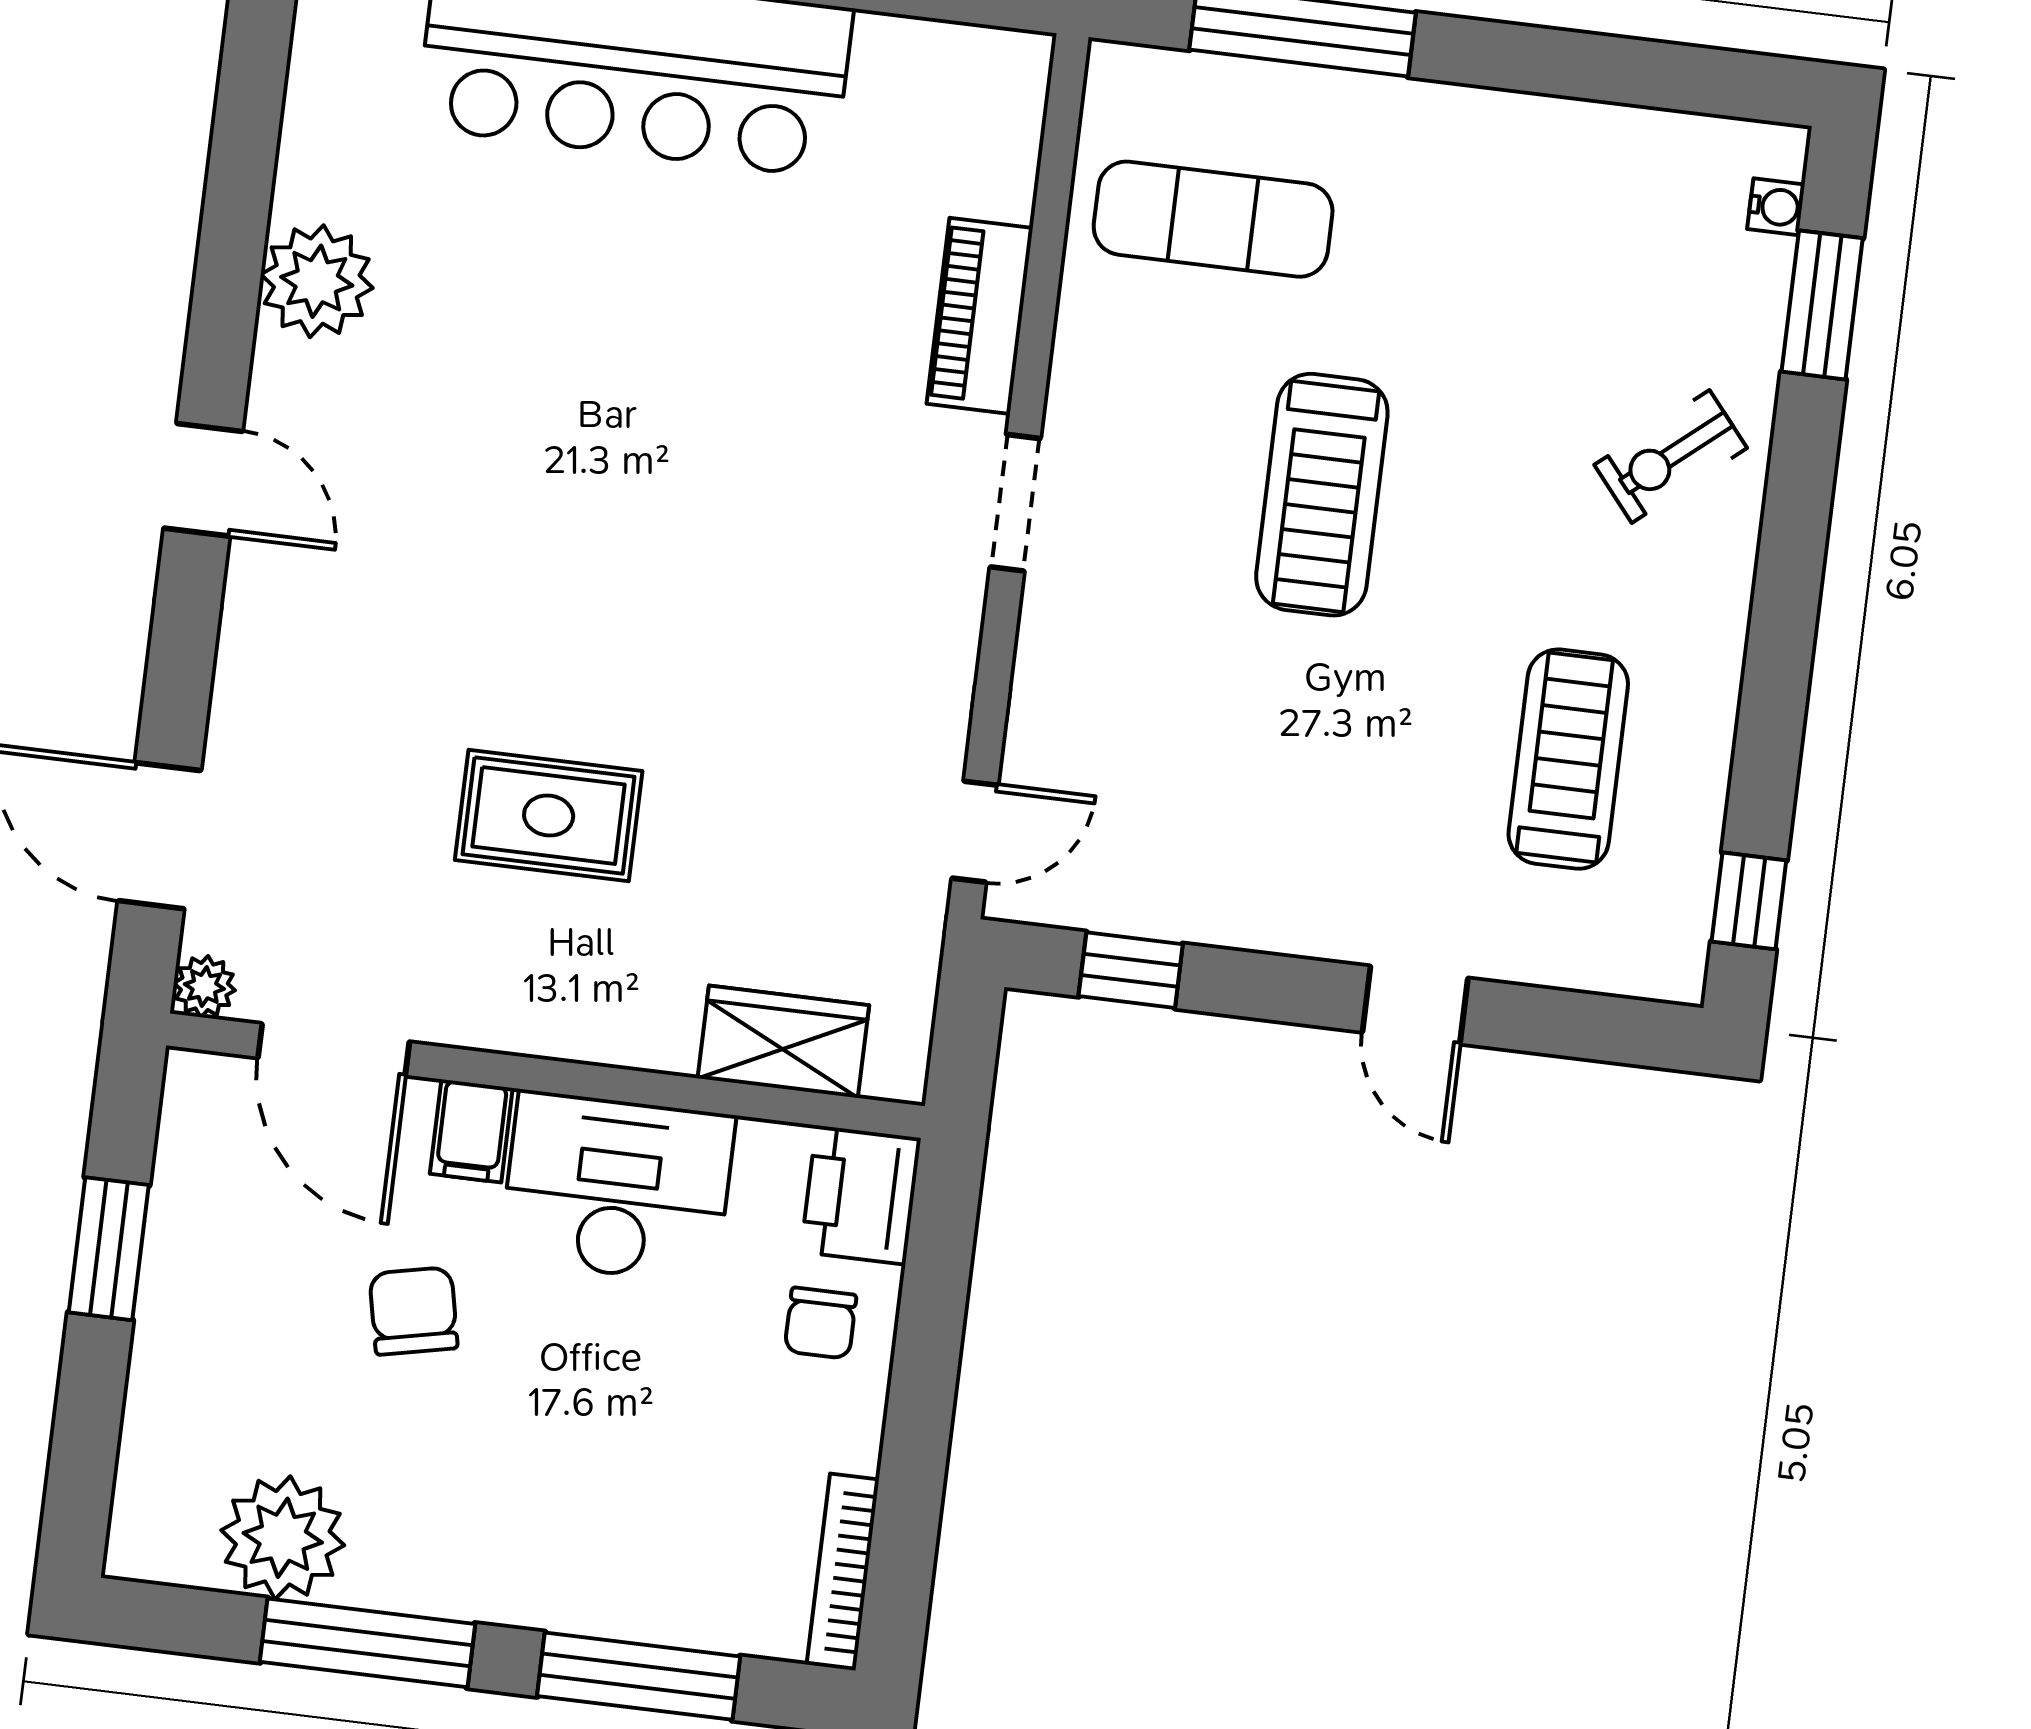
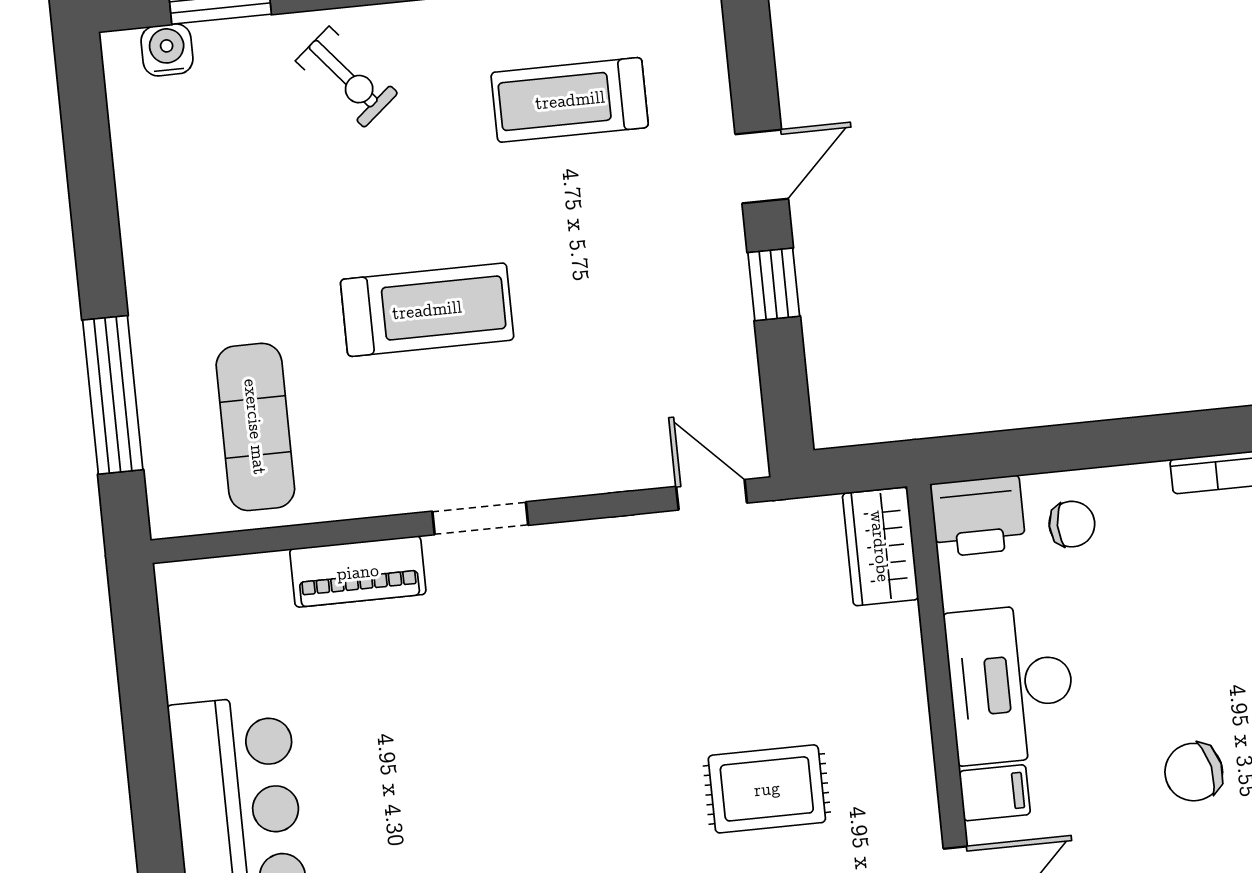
water cooler: (1776, 207) -> (167, 50), width x1.38, depth x1.38
rug: (549, 816) -> (767, 789), turned 90
window: (1131, 970) -> (774, 284), moved
wardrobe: (783, 1042) -> (880, 546), moved
chair: (413, 1311) -> (1194, 772), moved

